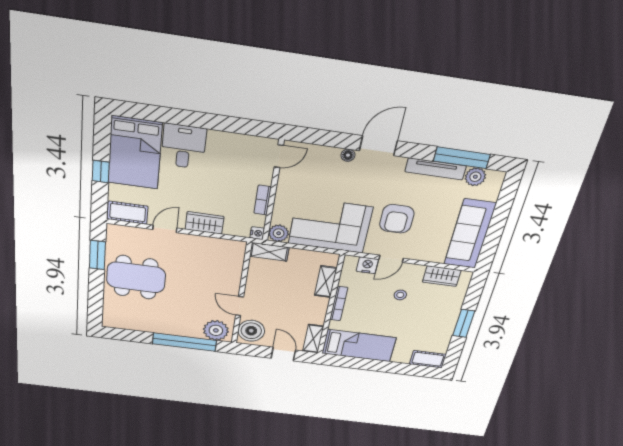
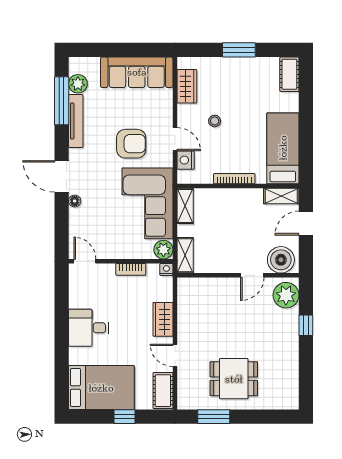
desk: (184, 146) -> (89, 328), moved
dining table: (136, 277) -> (234, 379), width x0.73
shelving: (326, 282) -> (185, 206), moved, turned 90
window: (184, 342) -> (306, 325), width x0.32

